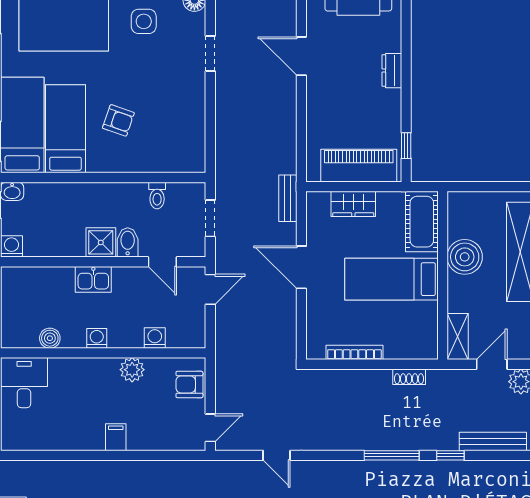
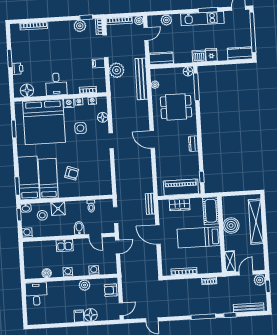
stool: (48, 209) -> (42, 215), added
shower: (101, 242) -> (58, 209), moved
floor lamp: (142, 437) -> (91, 315), added

